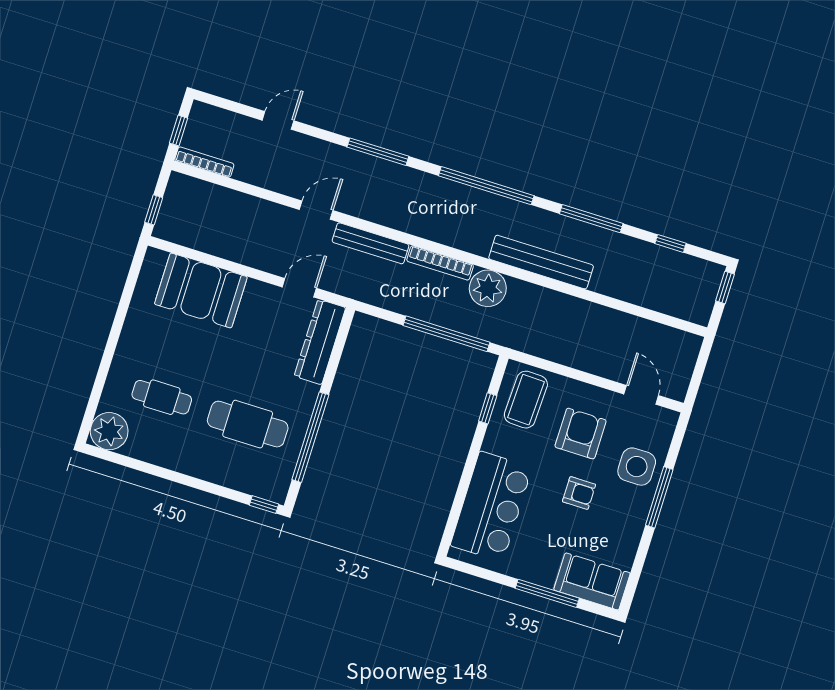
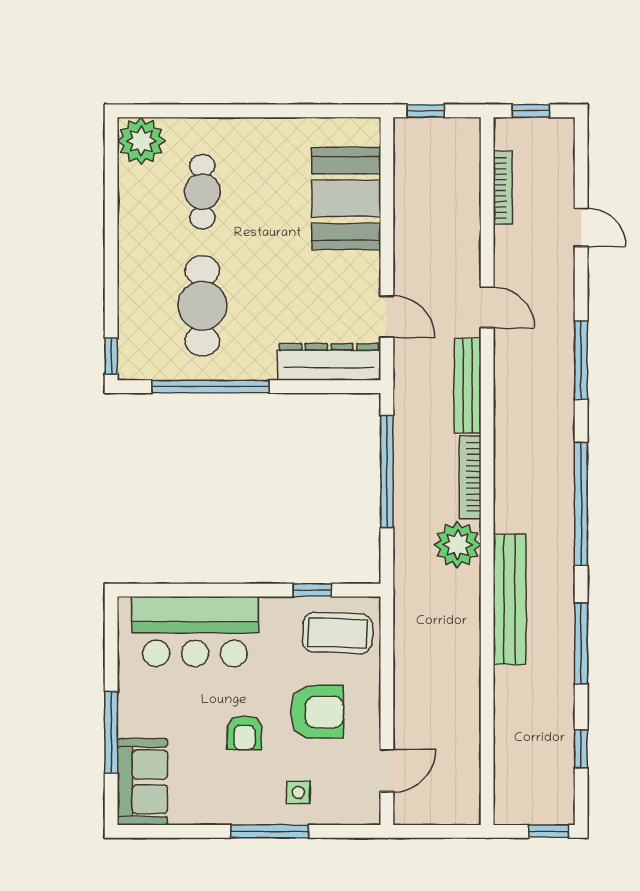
bookcase: (204, 162) -> (503, 188), moved
window: (447, 334) -> (387, 471), moved
side table: (637, 467) -> (298, 792), width x0.54, depth x0.54

